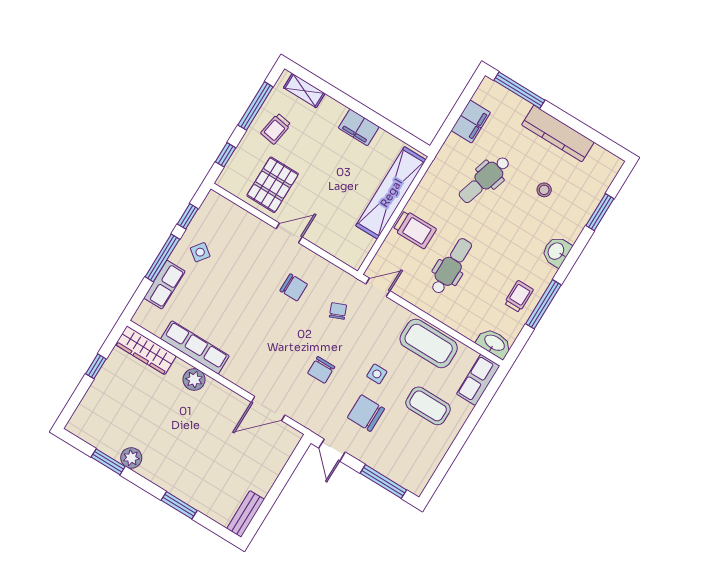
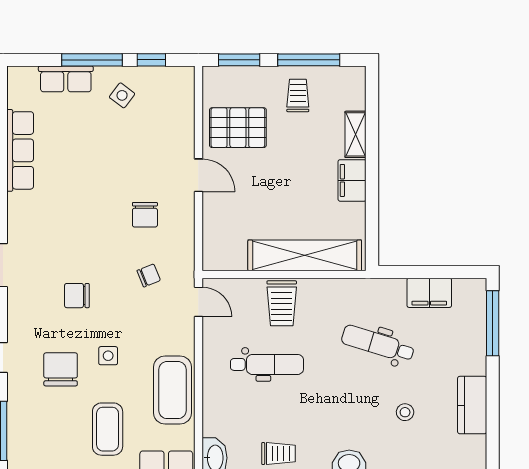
shelving: (304, 91) -> (356, 134), moved
trolley: (276, 129) -> (298, 95), turned 81
kitchen counter: (558, 133) -> (472, 405), width x0.67
window: (226, 155) -> (239, 60), width x1.50

